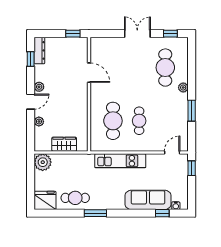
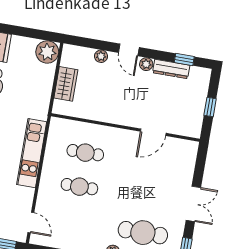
window: (73, 34) -> (210, 107), moved
dresser: (39, 50) -> (171, 69), moved
cafe table: (113, 121) -> (85, 153), width x0.73, depth x0.74

